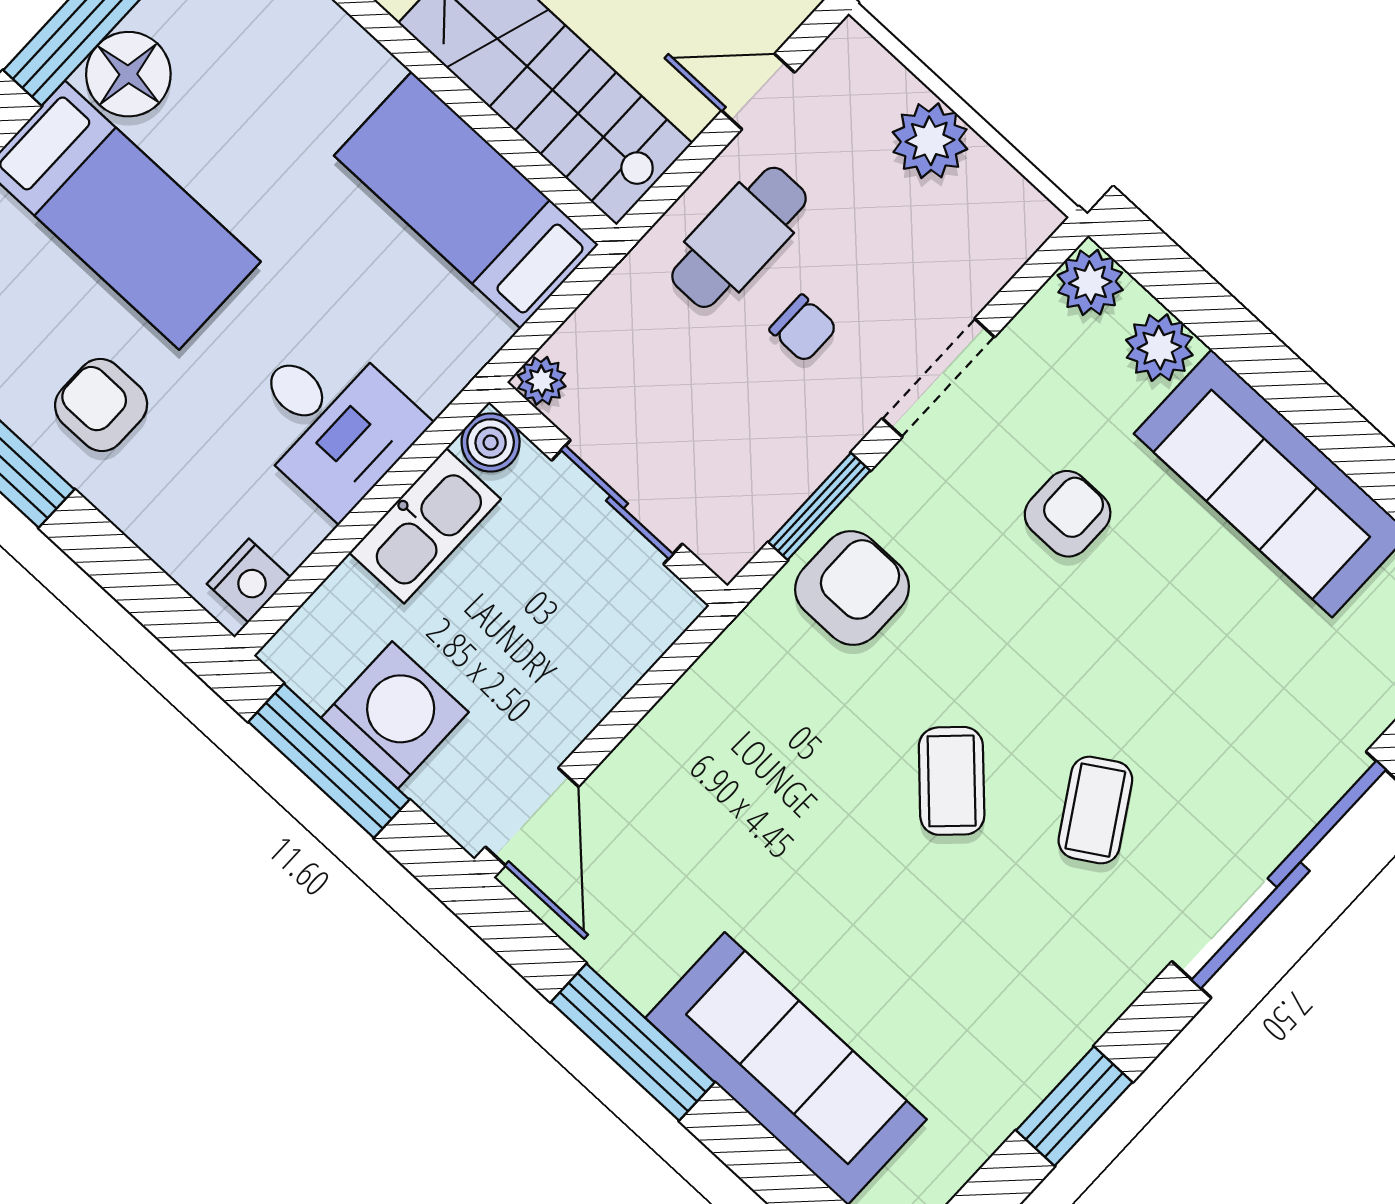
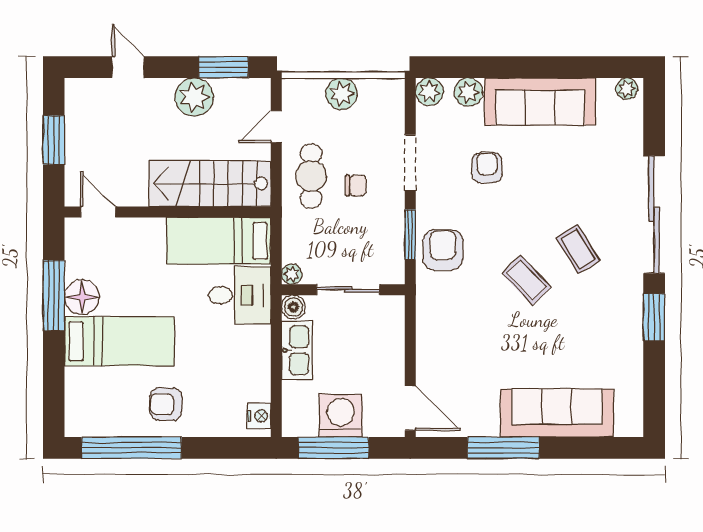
desk: (331, 422) -> (240, 295), moved
window: (1074, 1106) -> (654, 317), moved

